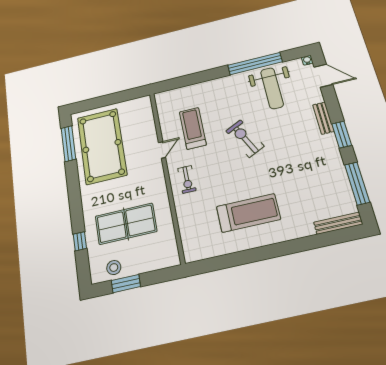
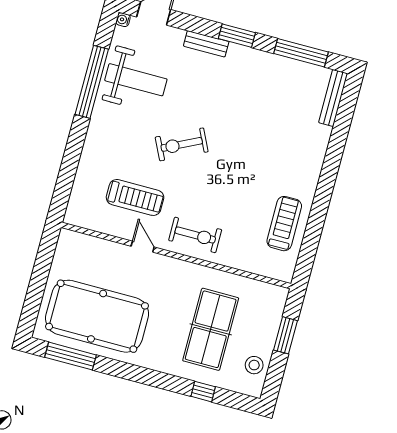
treadmill: (193, 128) -> (135, 197), turned 180
exercise bike: (187, 179) -> (195, 235), width x1.38, depth x1.39
treadmill: (248, 213) -> (284, 224), moved, width x0.73, depth x0.73
window: (126, 284) -> (285, 335), moved

